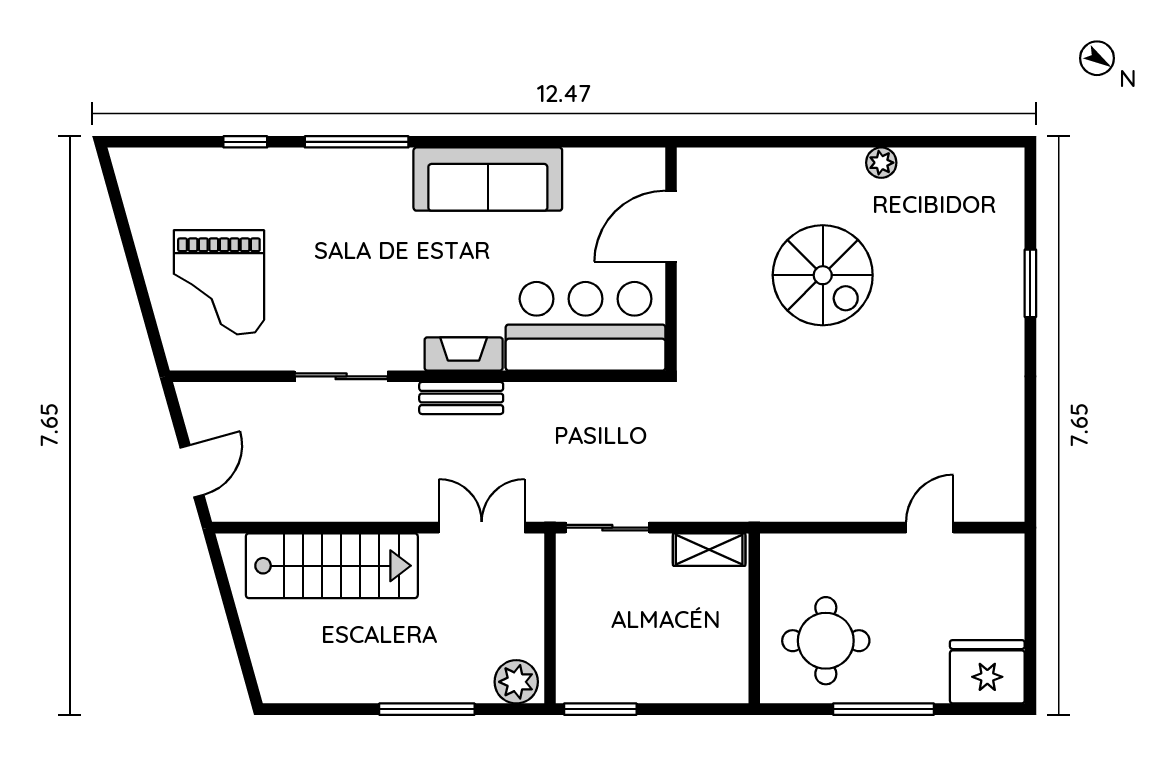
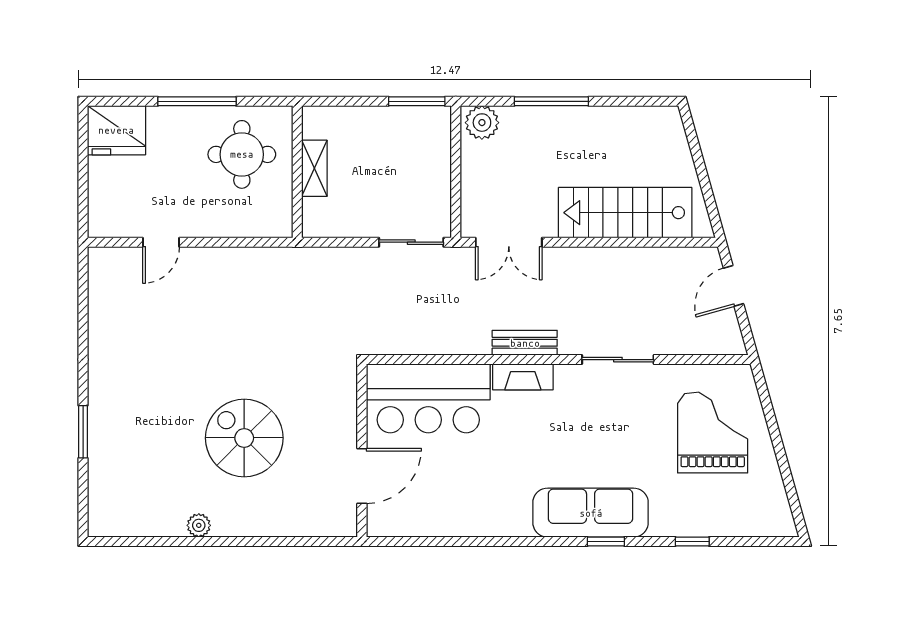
window: (357, 142) -> (606, 542), width x0.46
sofa: (488, 179) -> (591, 513), moved
shelving: (709, 550) -> (314, 168), moved, turned 90

